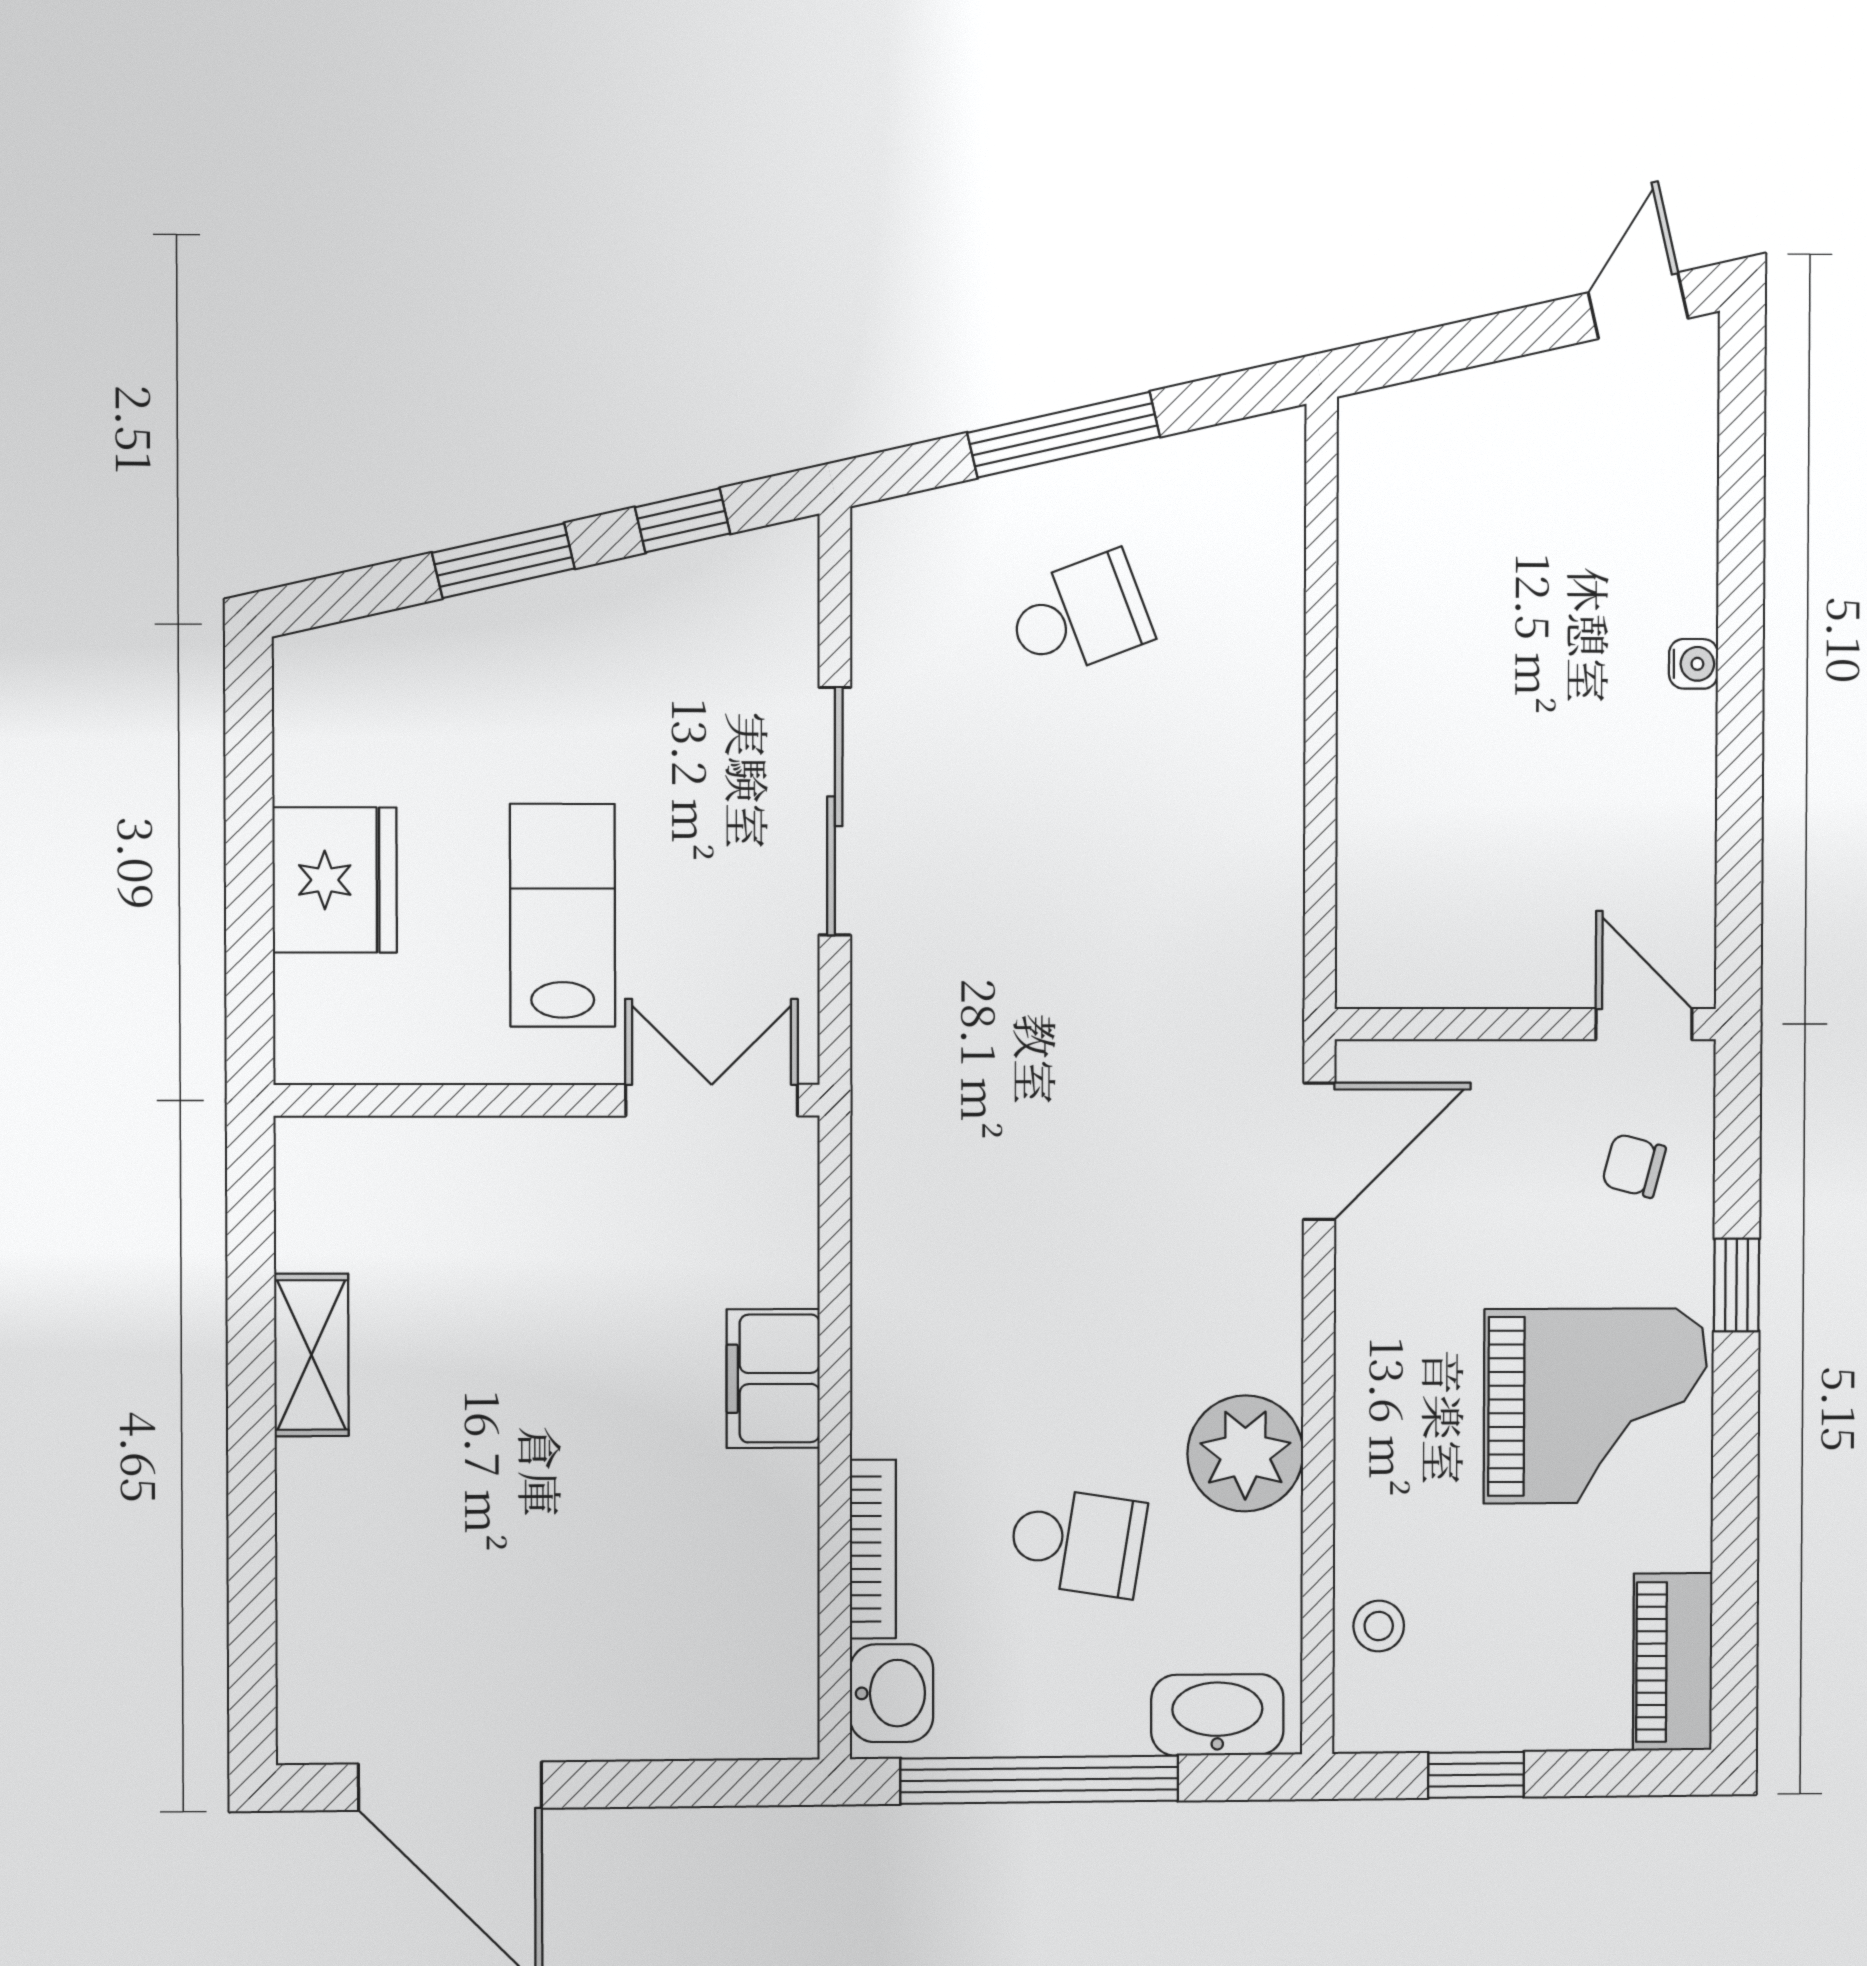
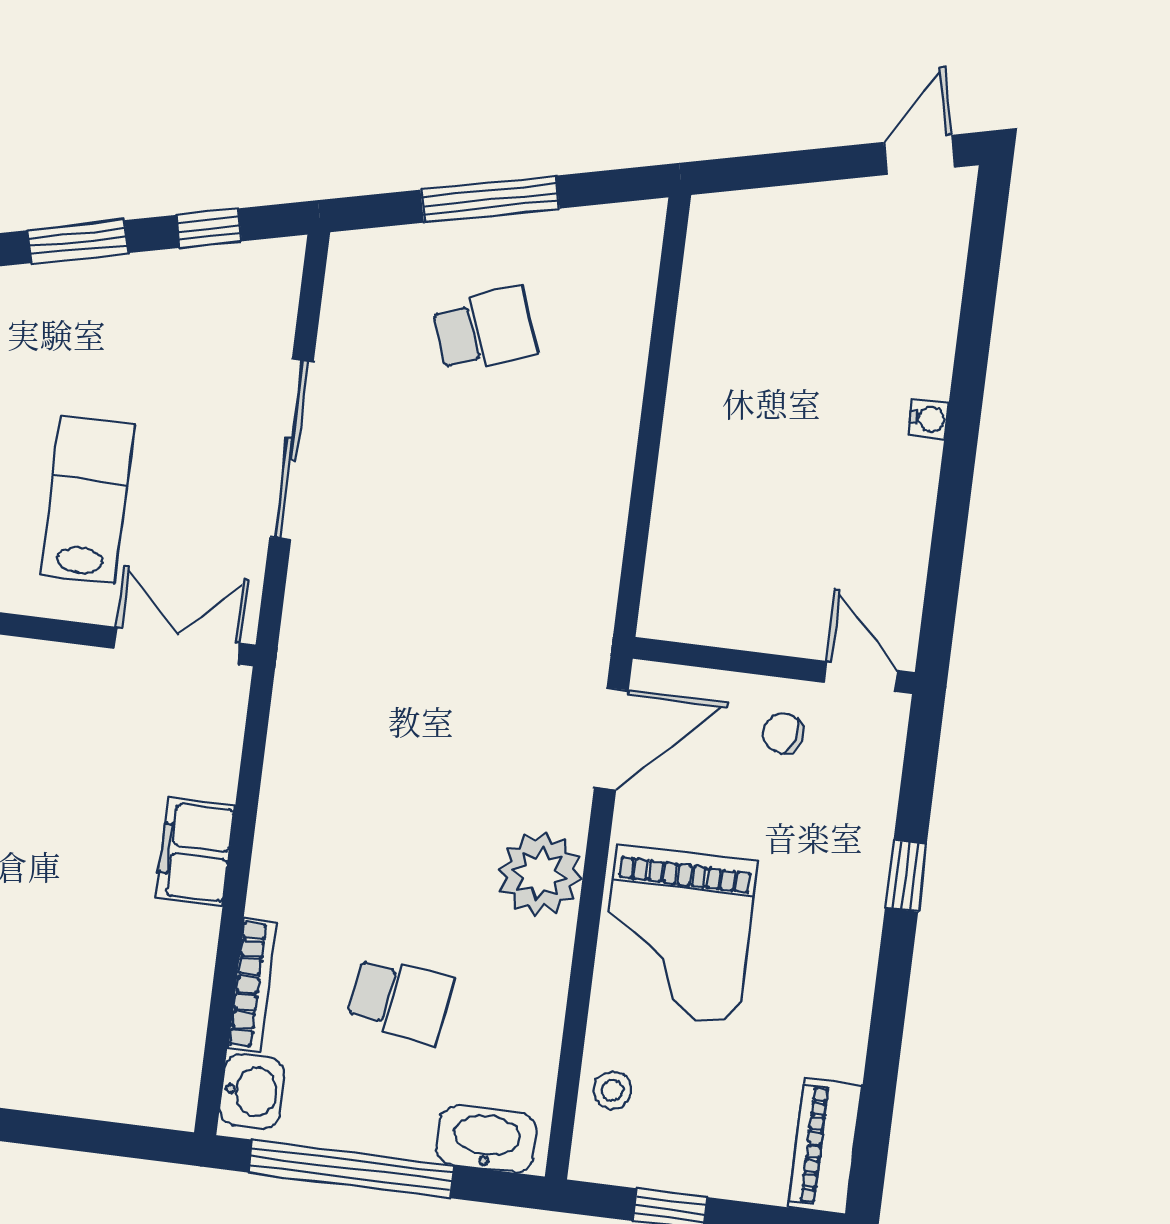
chair: (1634, 1166) -> (783, 733), moved
grand piano: (1595, 1406) -> (677, 934), moved, turned 90
plant: (1245, 1453) -> (540, 874), moved

